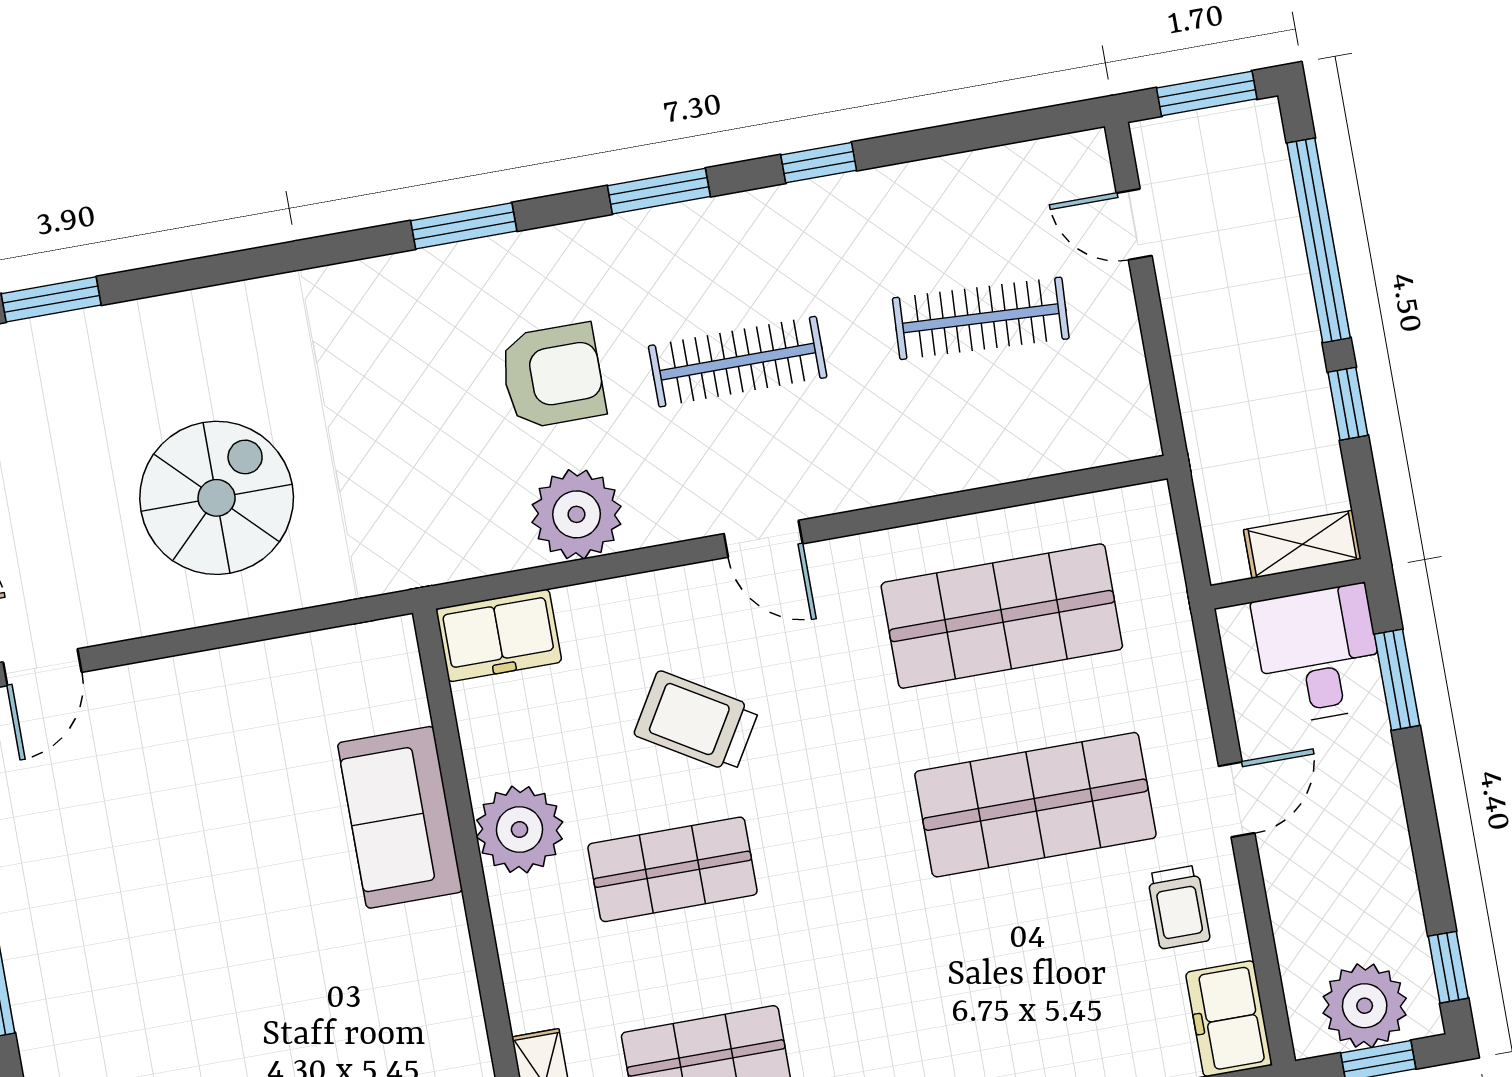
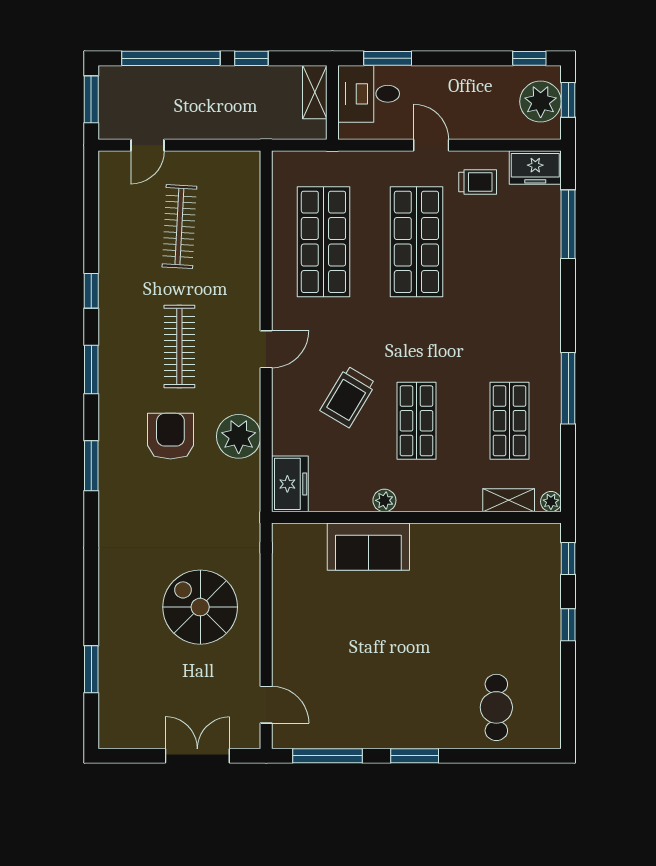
plant: (520, 830) -> (384, 500), width x0.53, depth x0.53

